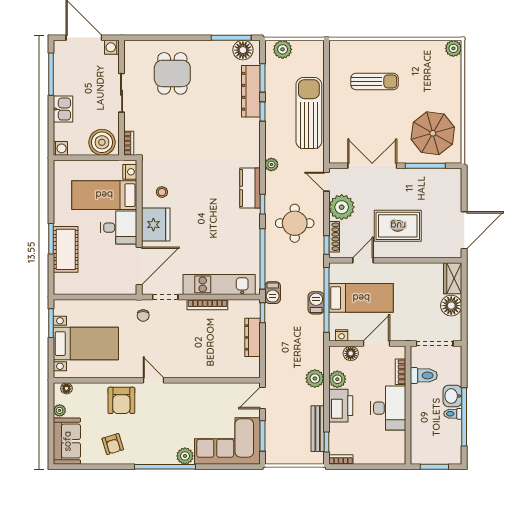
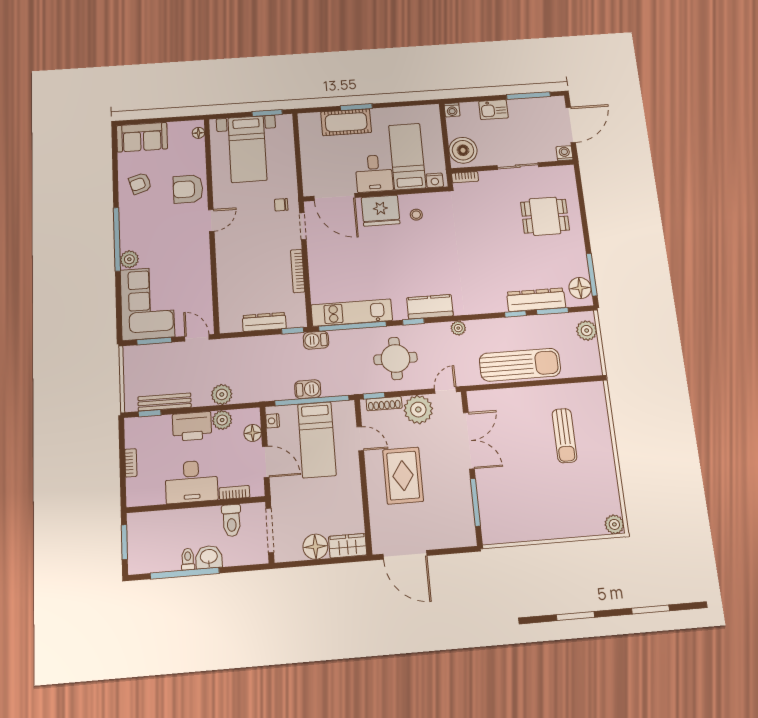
parasol: (433, 133) -> (514, 508), removed
kitchen unit: (219, 284) -> (352, 313), moved, turned -90
plant: (60, 410) -> (175, 128), removed
bookcase: (341, 460) -> (131, 463), moved

